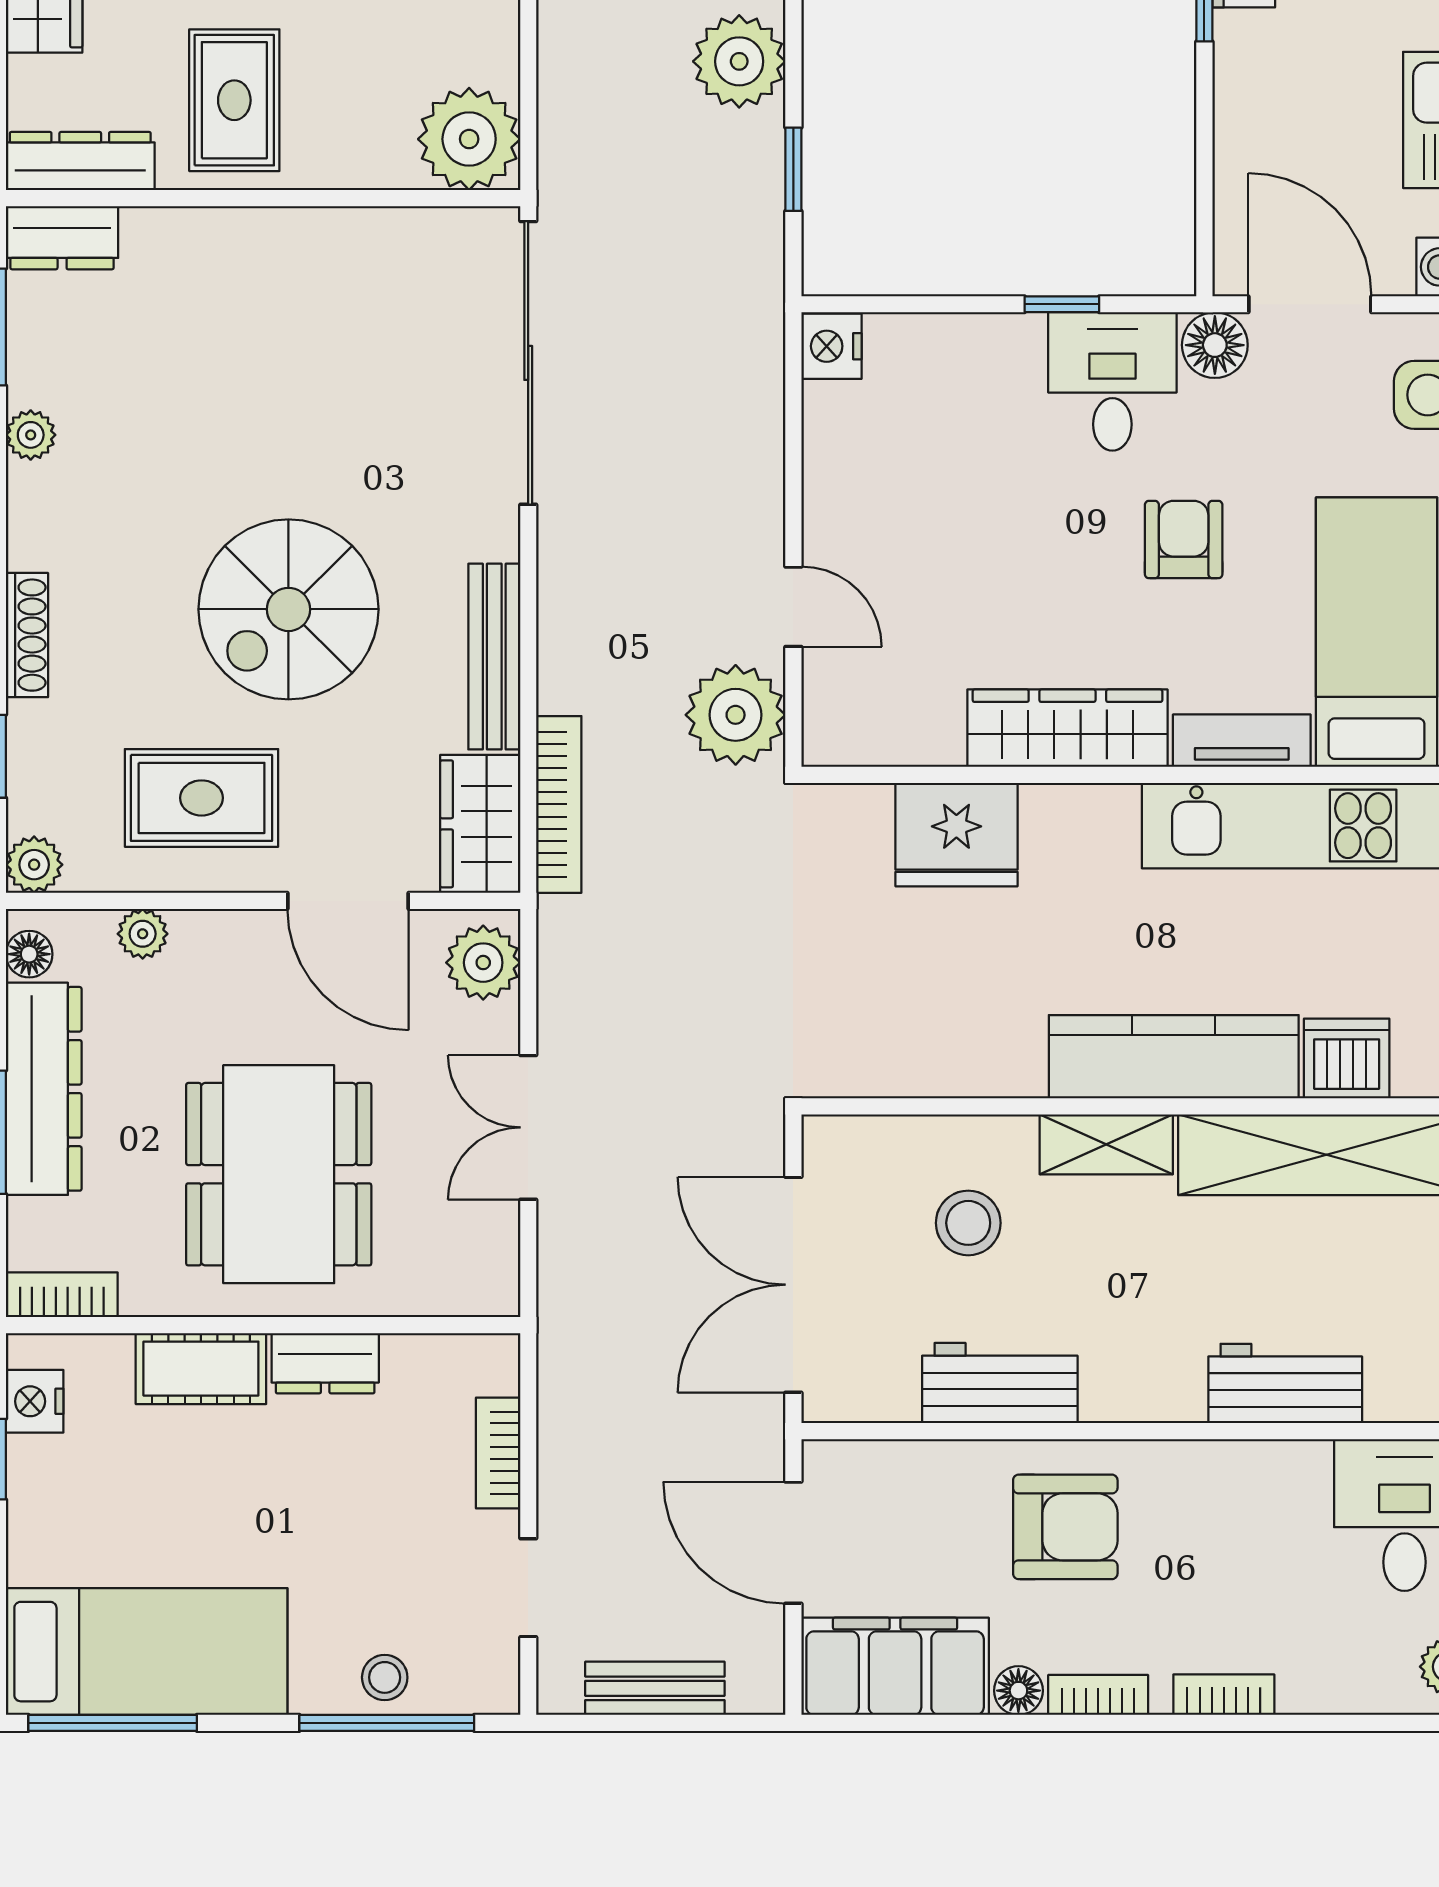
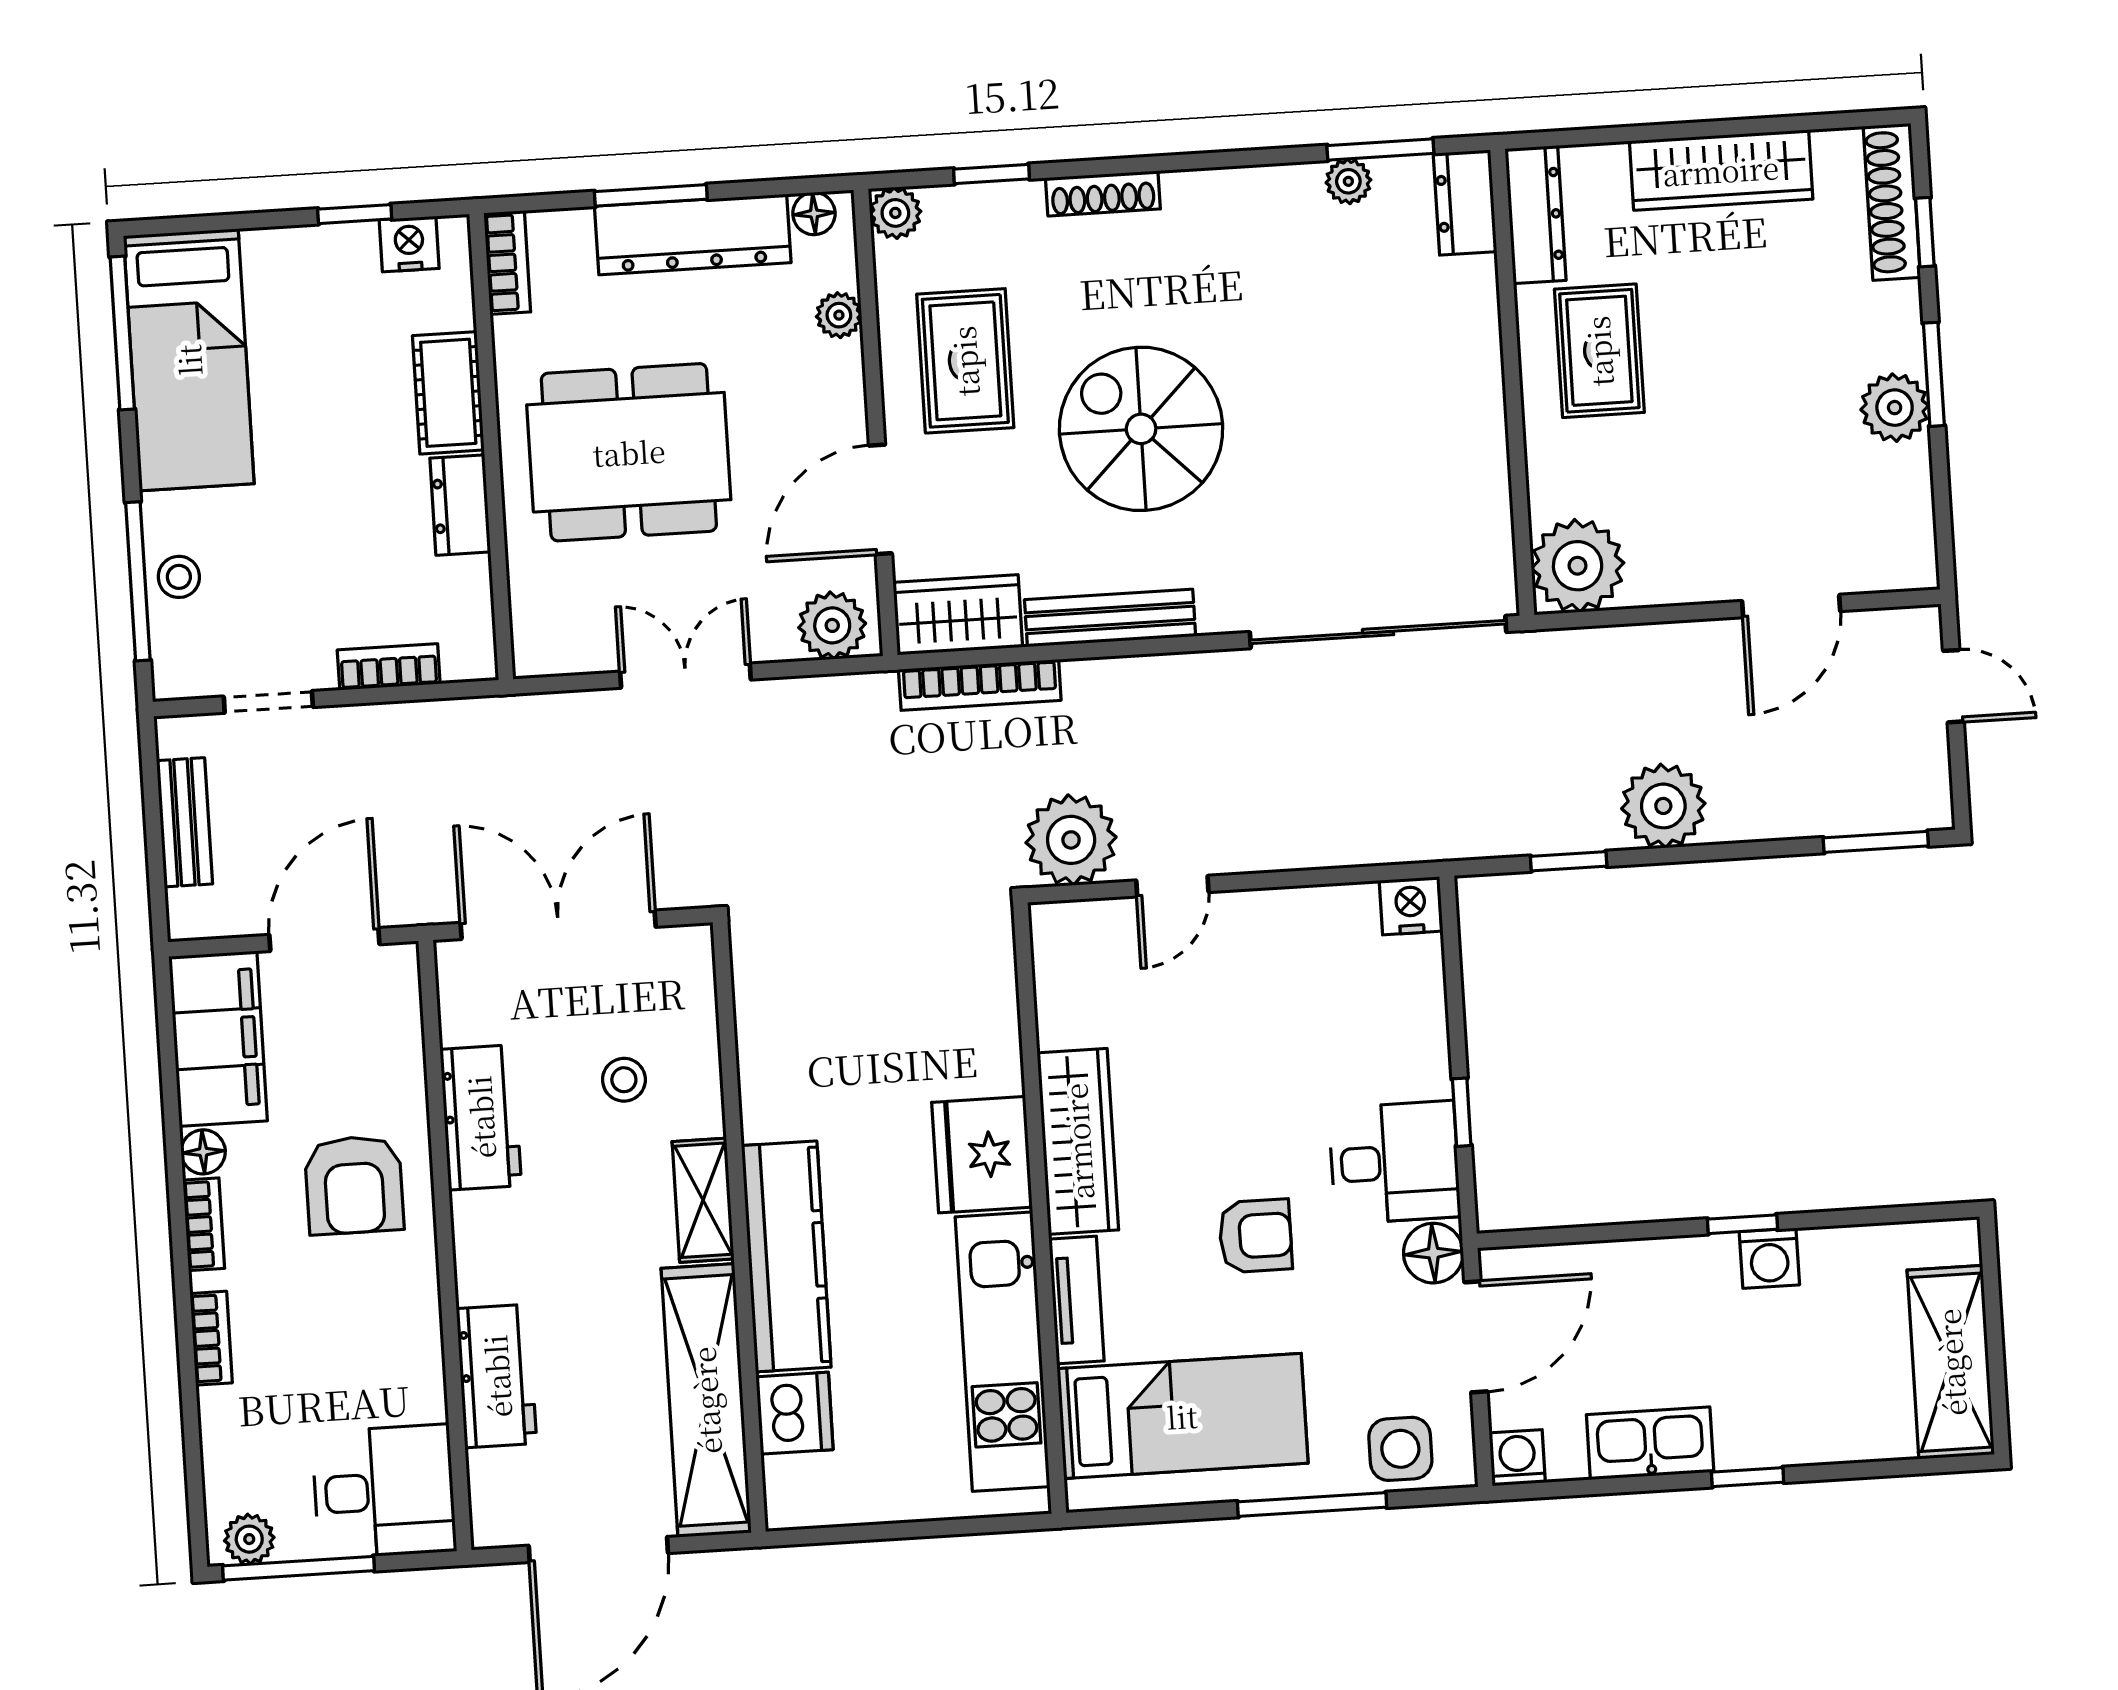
rug: (234, 100) -> (1599, 351), turned 90
plant: (31, 435) -> (1348, 181), moved
fridge: (956, 835) -> (982, 1155), moved
stool: (968, 1223) -> (624, 1080), width x0.73, depth x0.73

